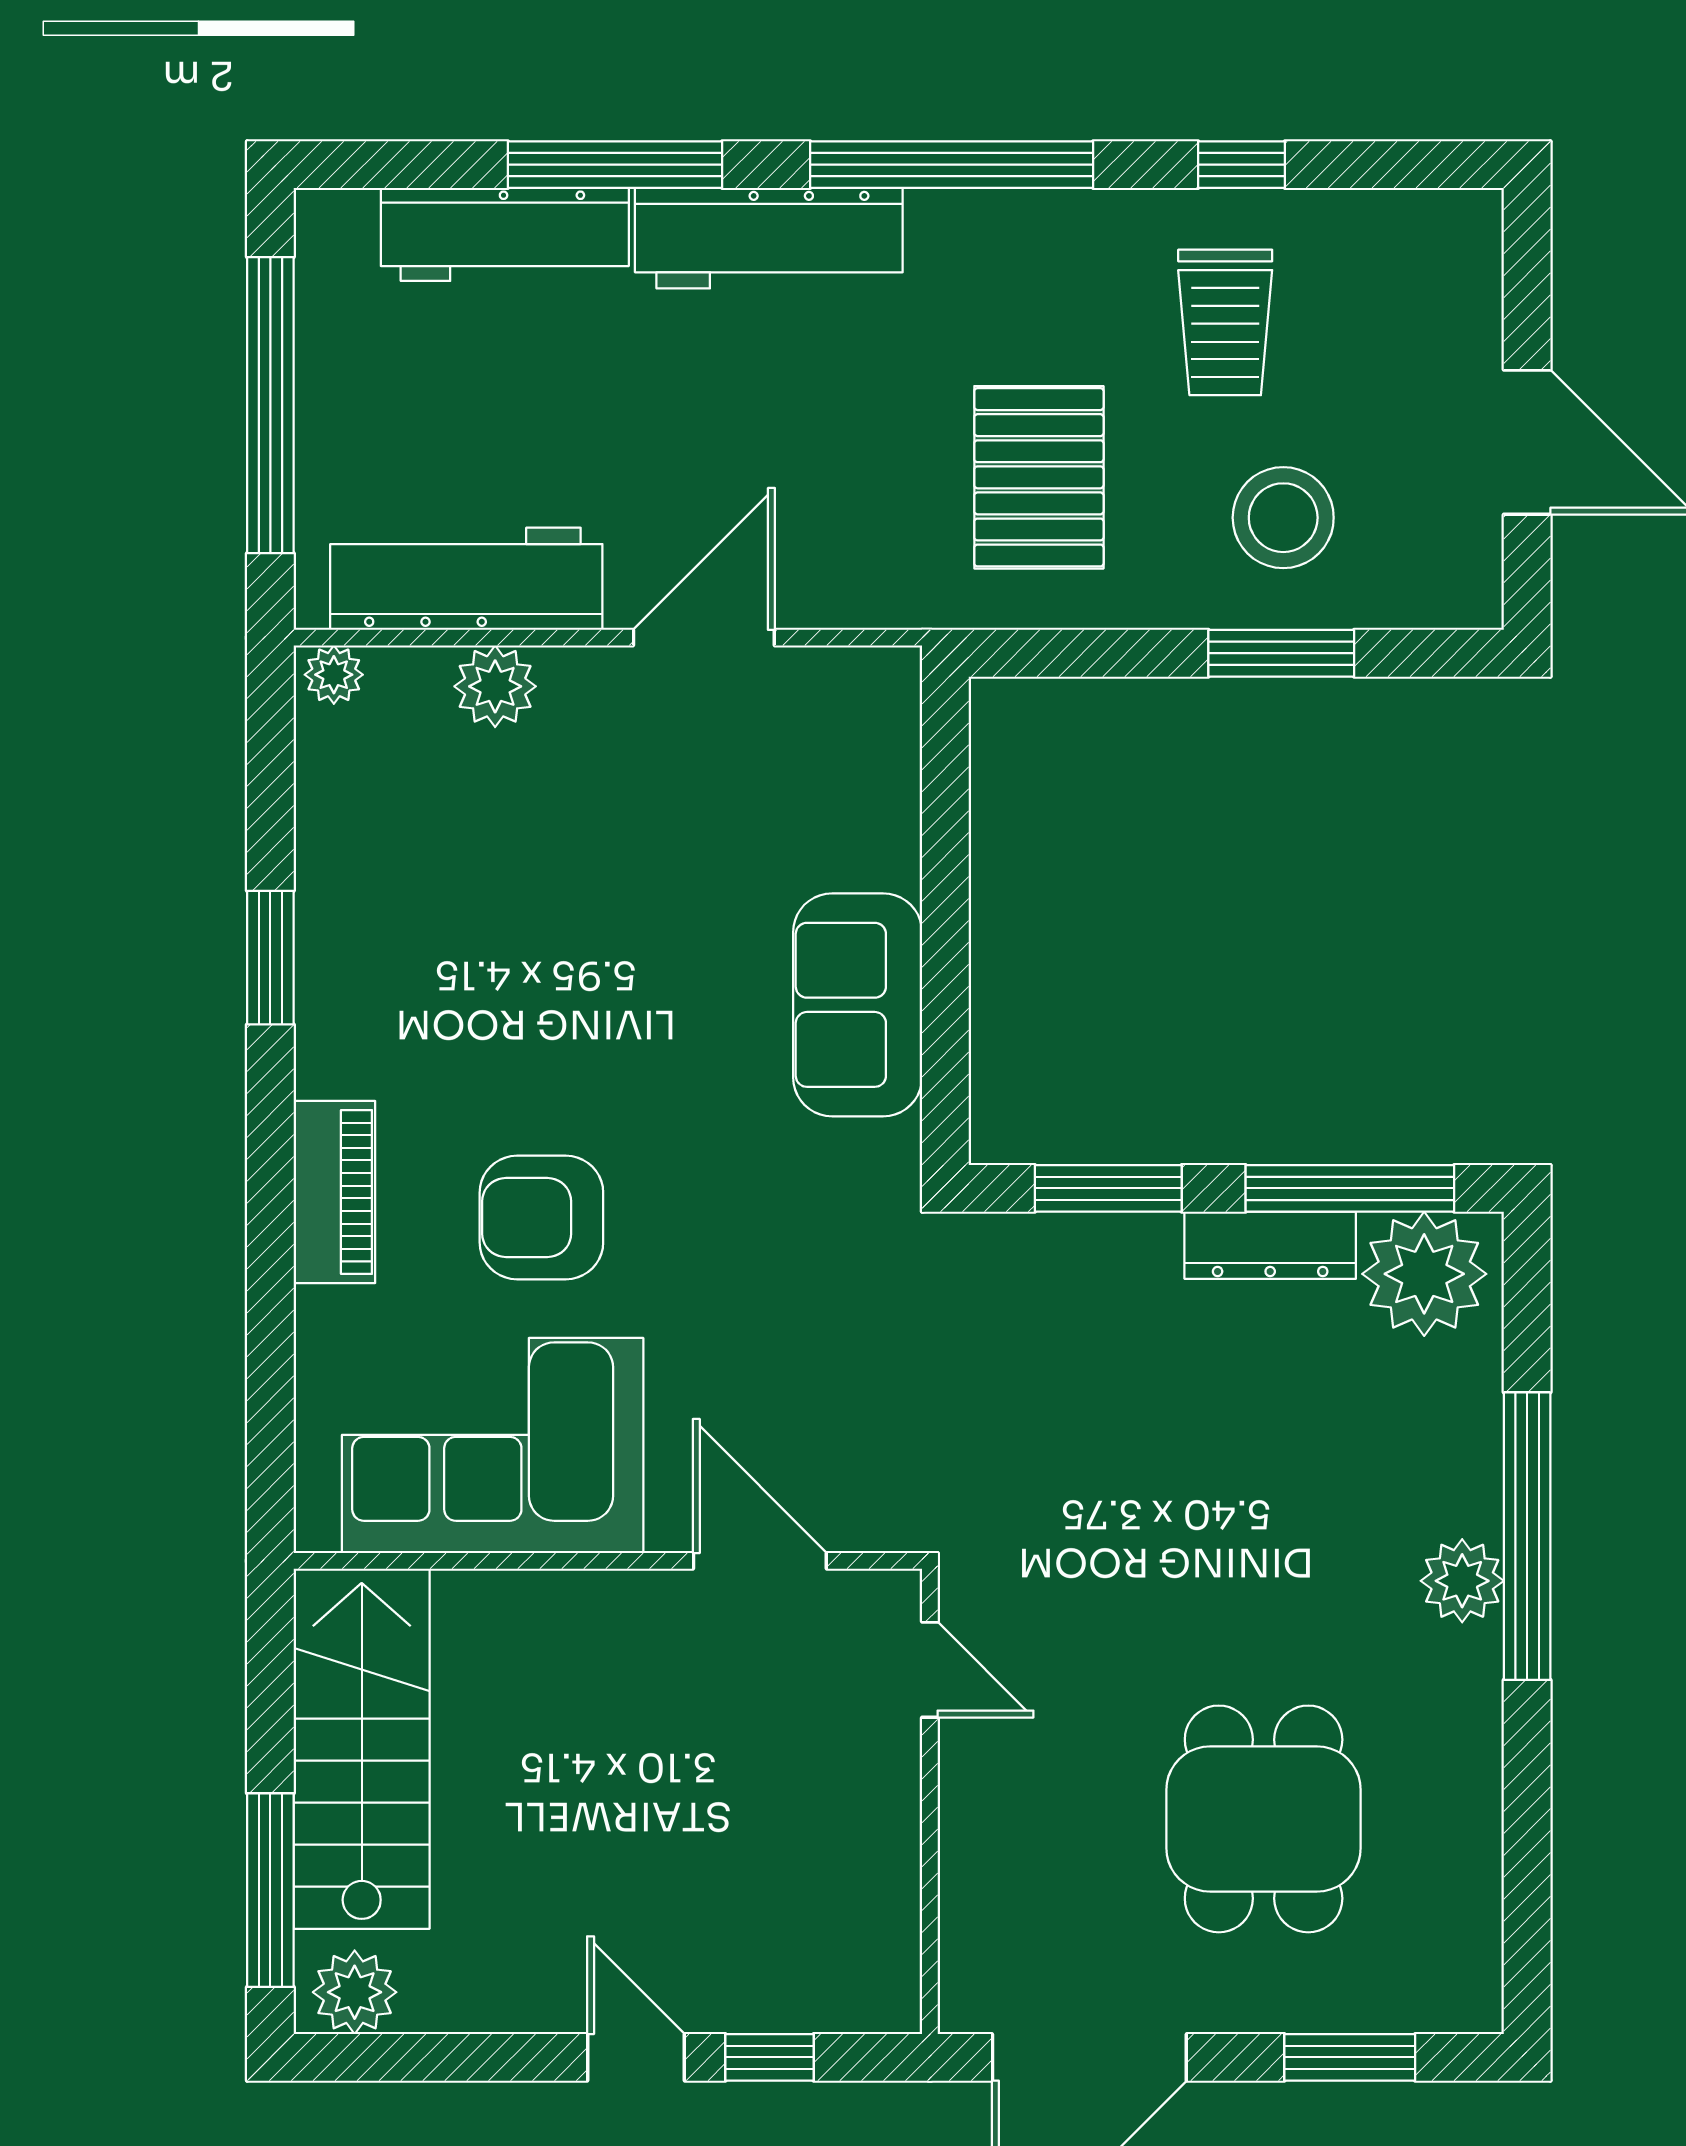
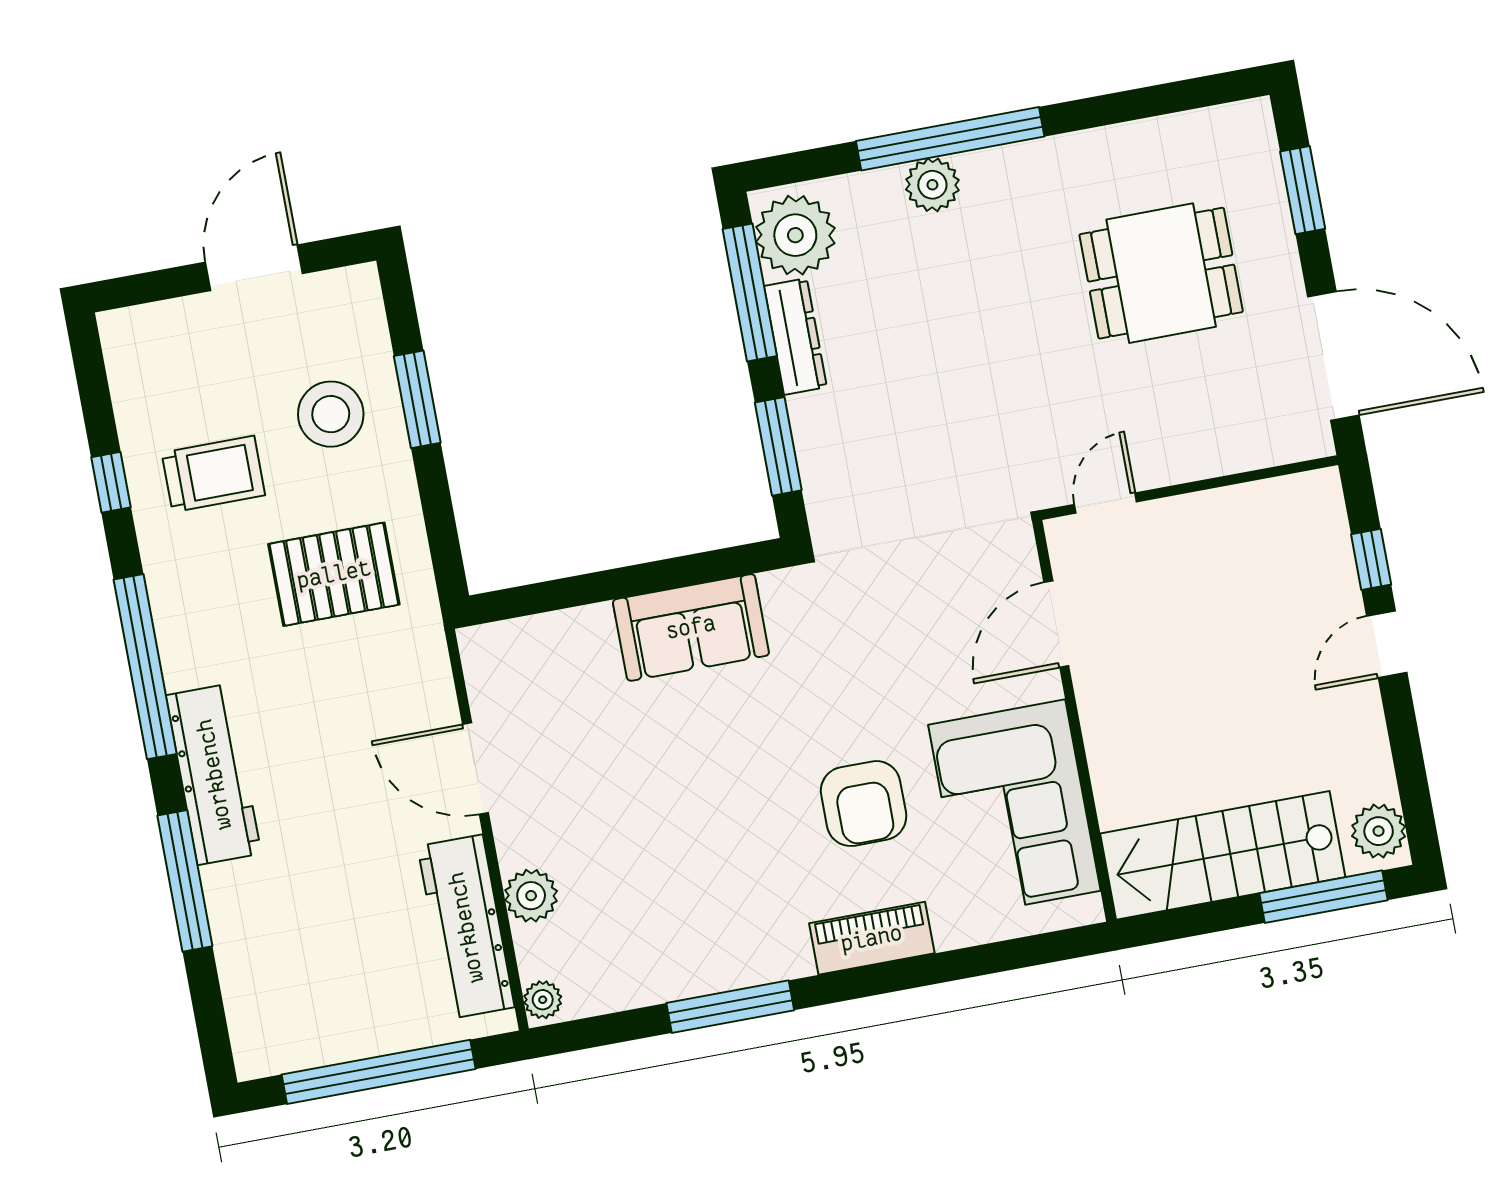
workbench: (505, 234) -> (242, 943), removed
window: (270, 958) -> (730, 1007), width x1.44
plant: (1462, 1581) -> (932, 185), moved

